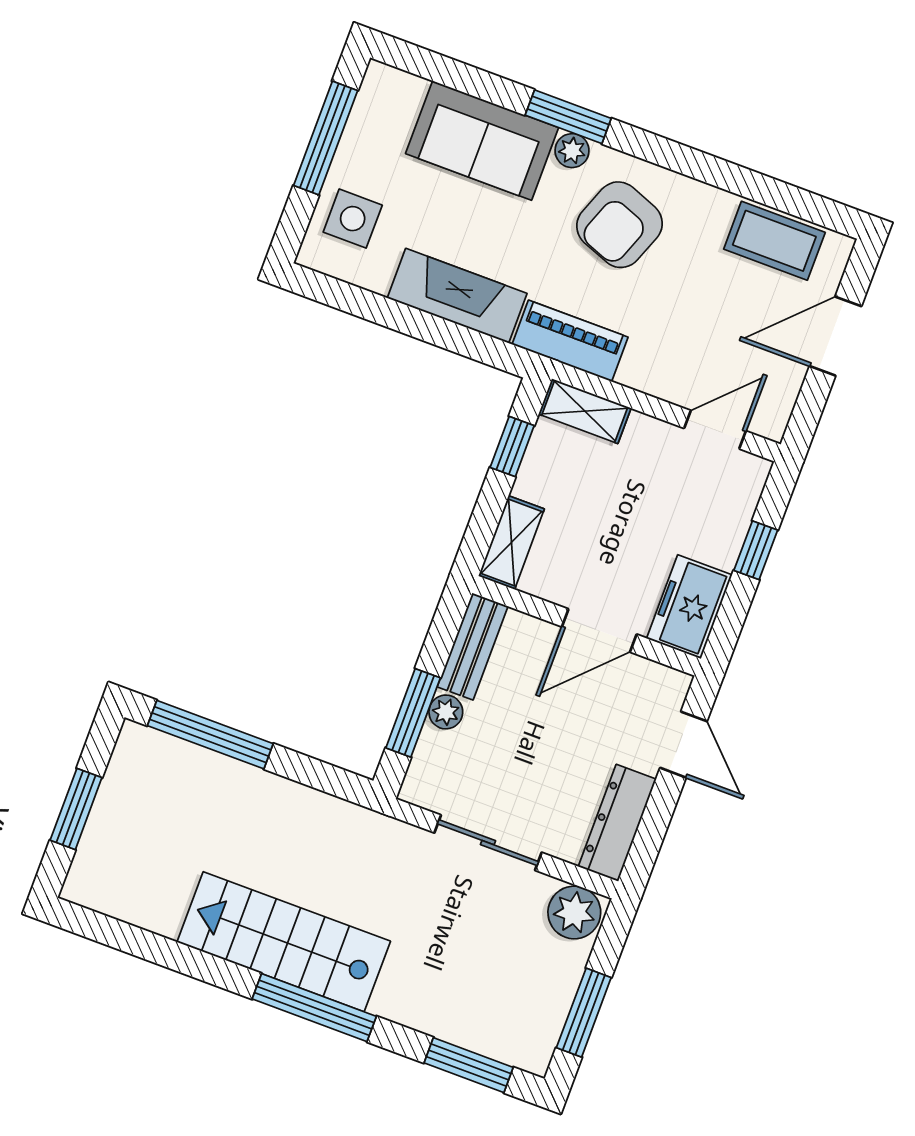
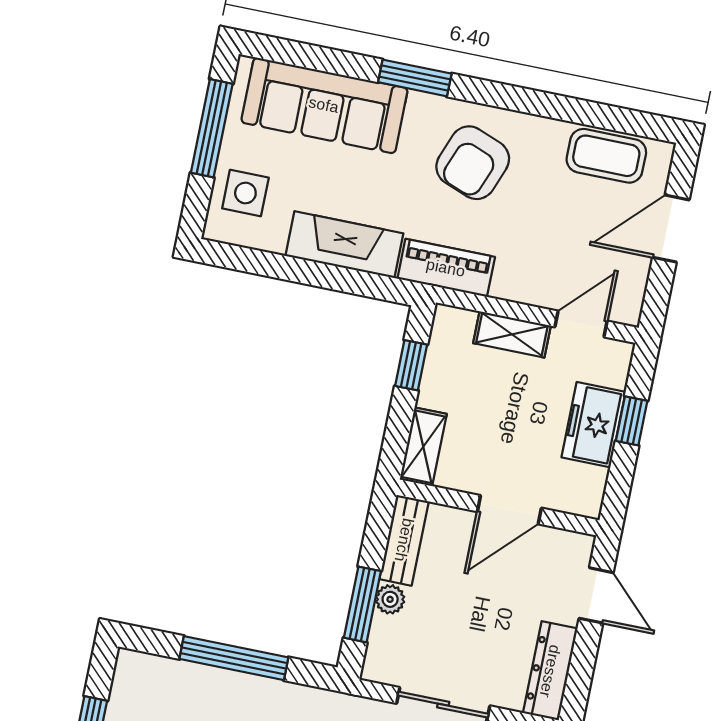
sofa: (482, 141) -> (324, 105), width x1.36
plant: (572, 151) -> (423, 106), removed
shelving: (585, 411) -> (512, 334), moved
freezer: (689, 607) -> (594, 425), moved
window: (210, 735) -> (234, 658), moved

